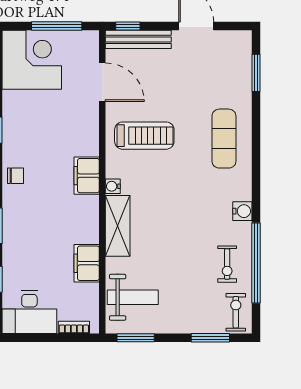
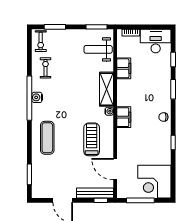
treadmill: (144, 136) -> (92, 139), turned 90
window: (256, 263) -> (29, 98), moved

